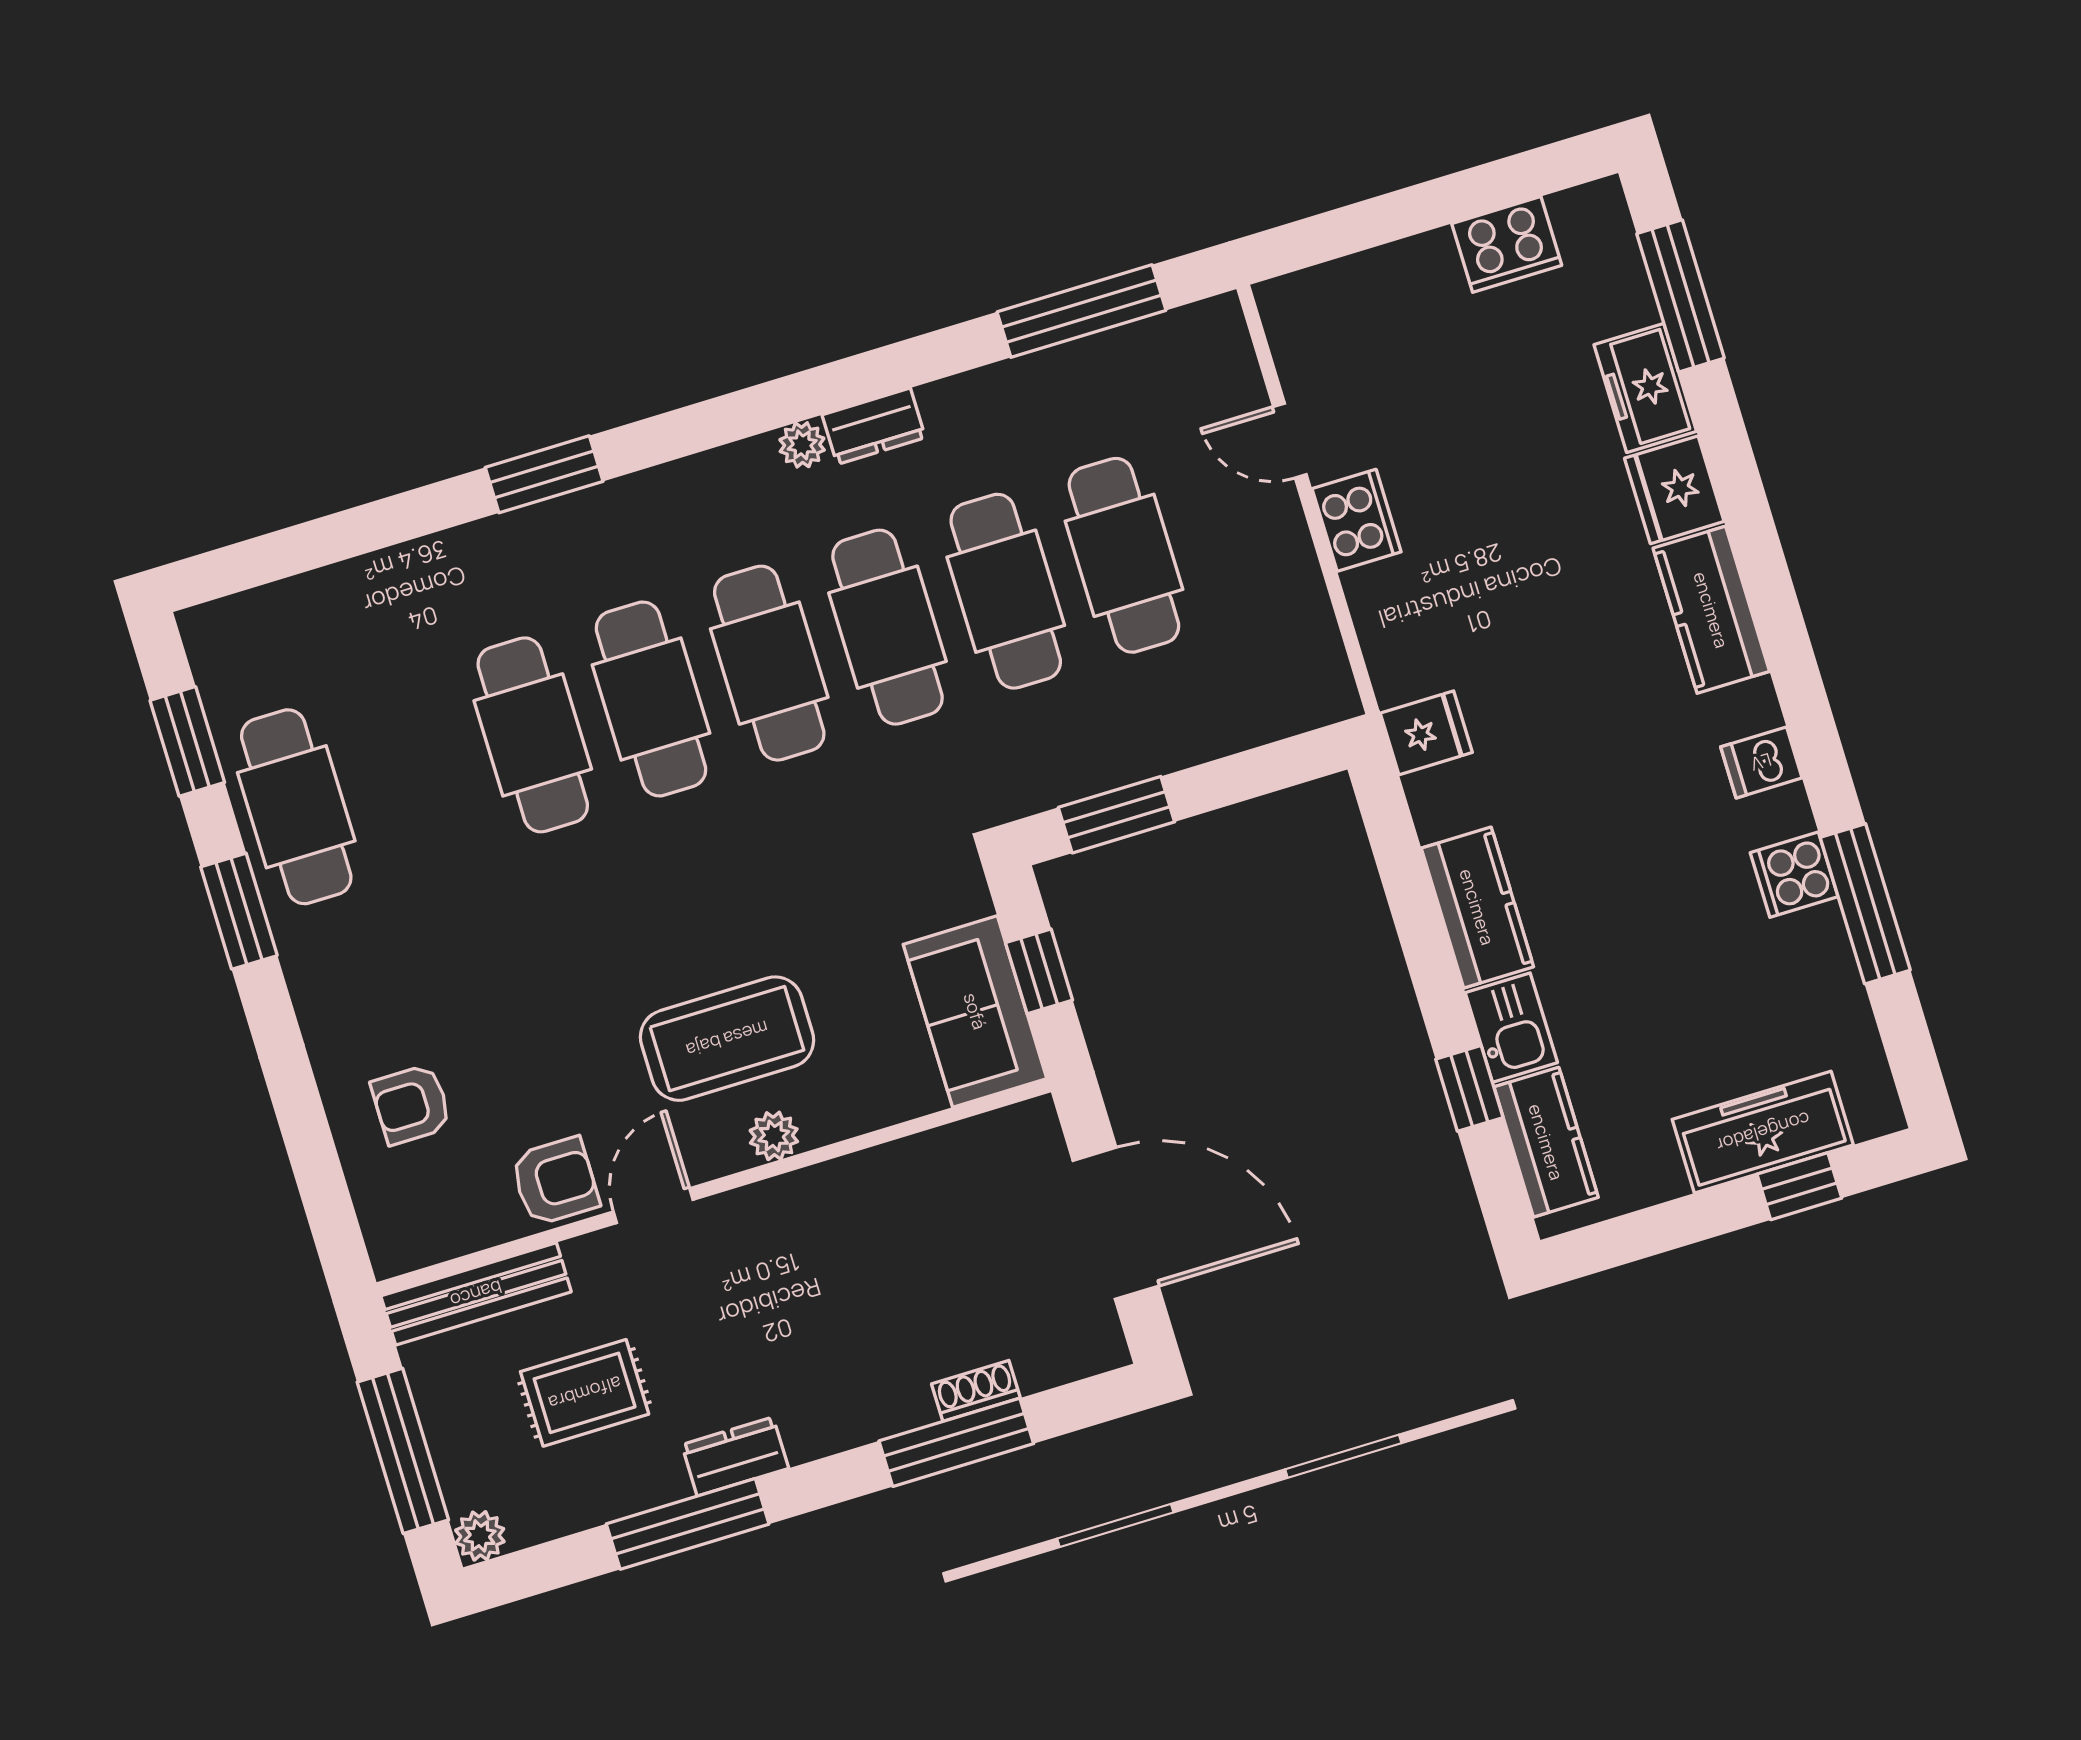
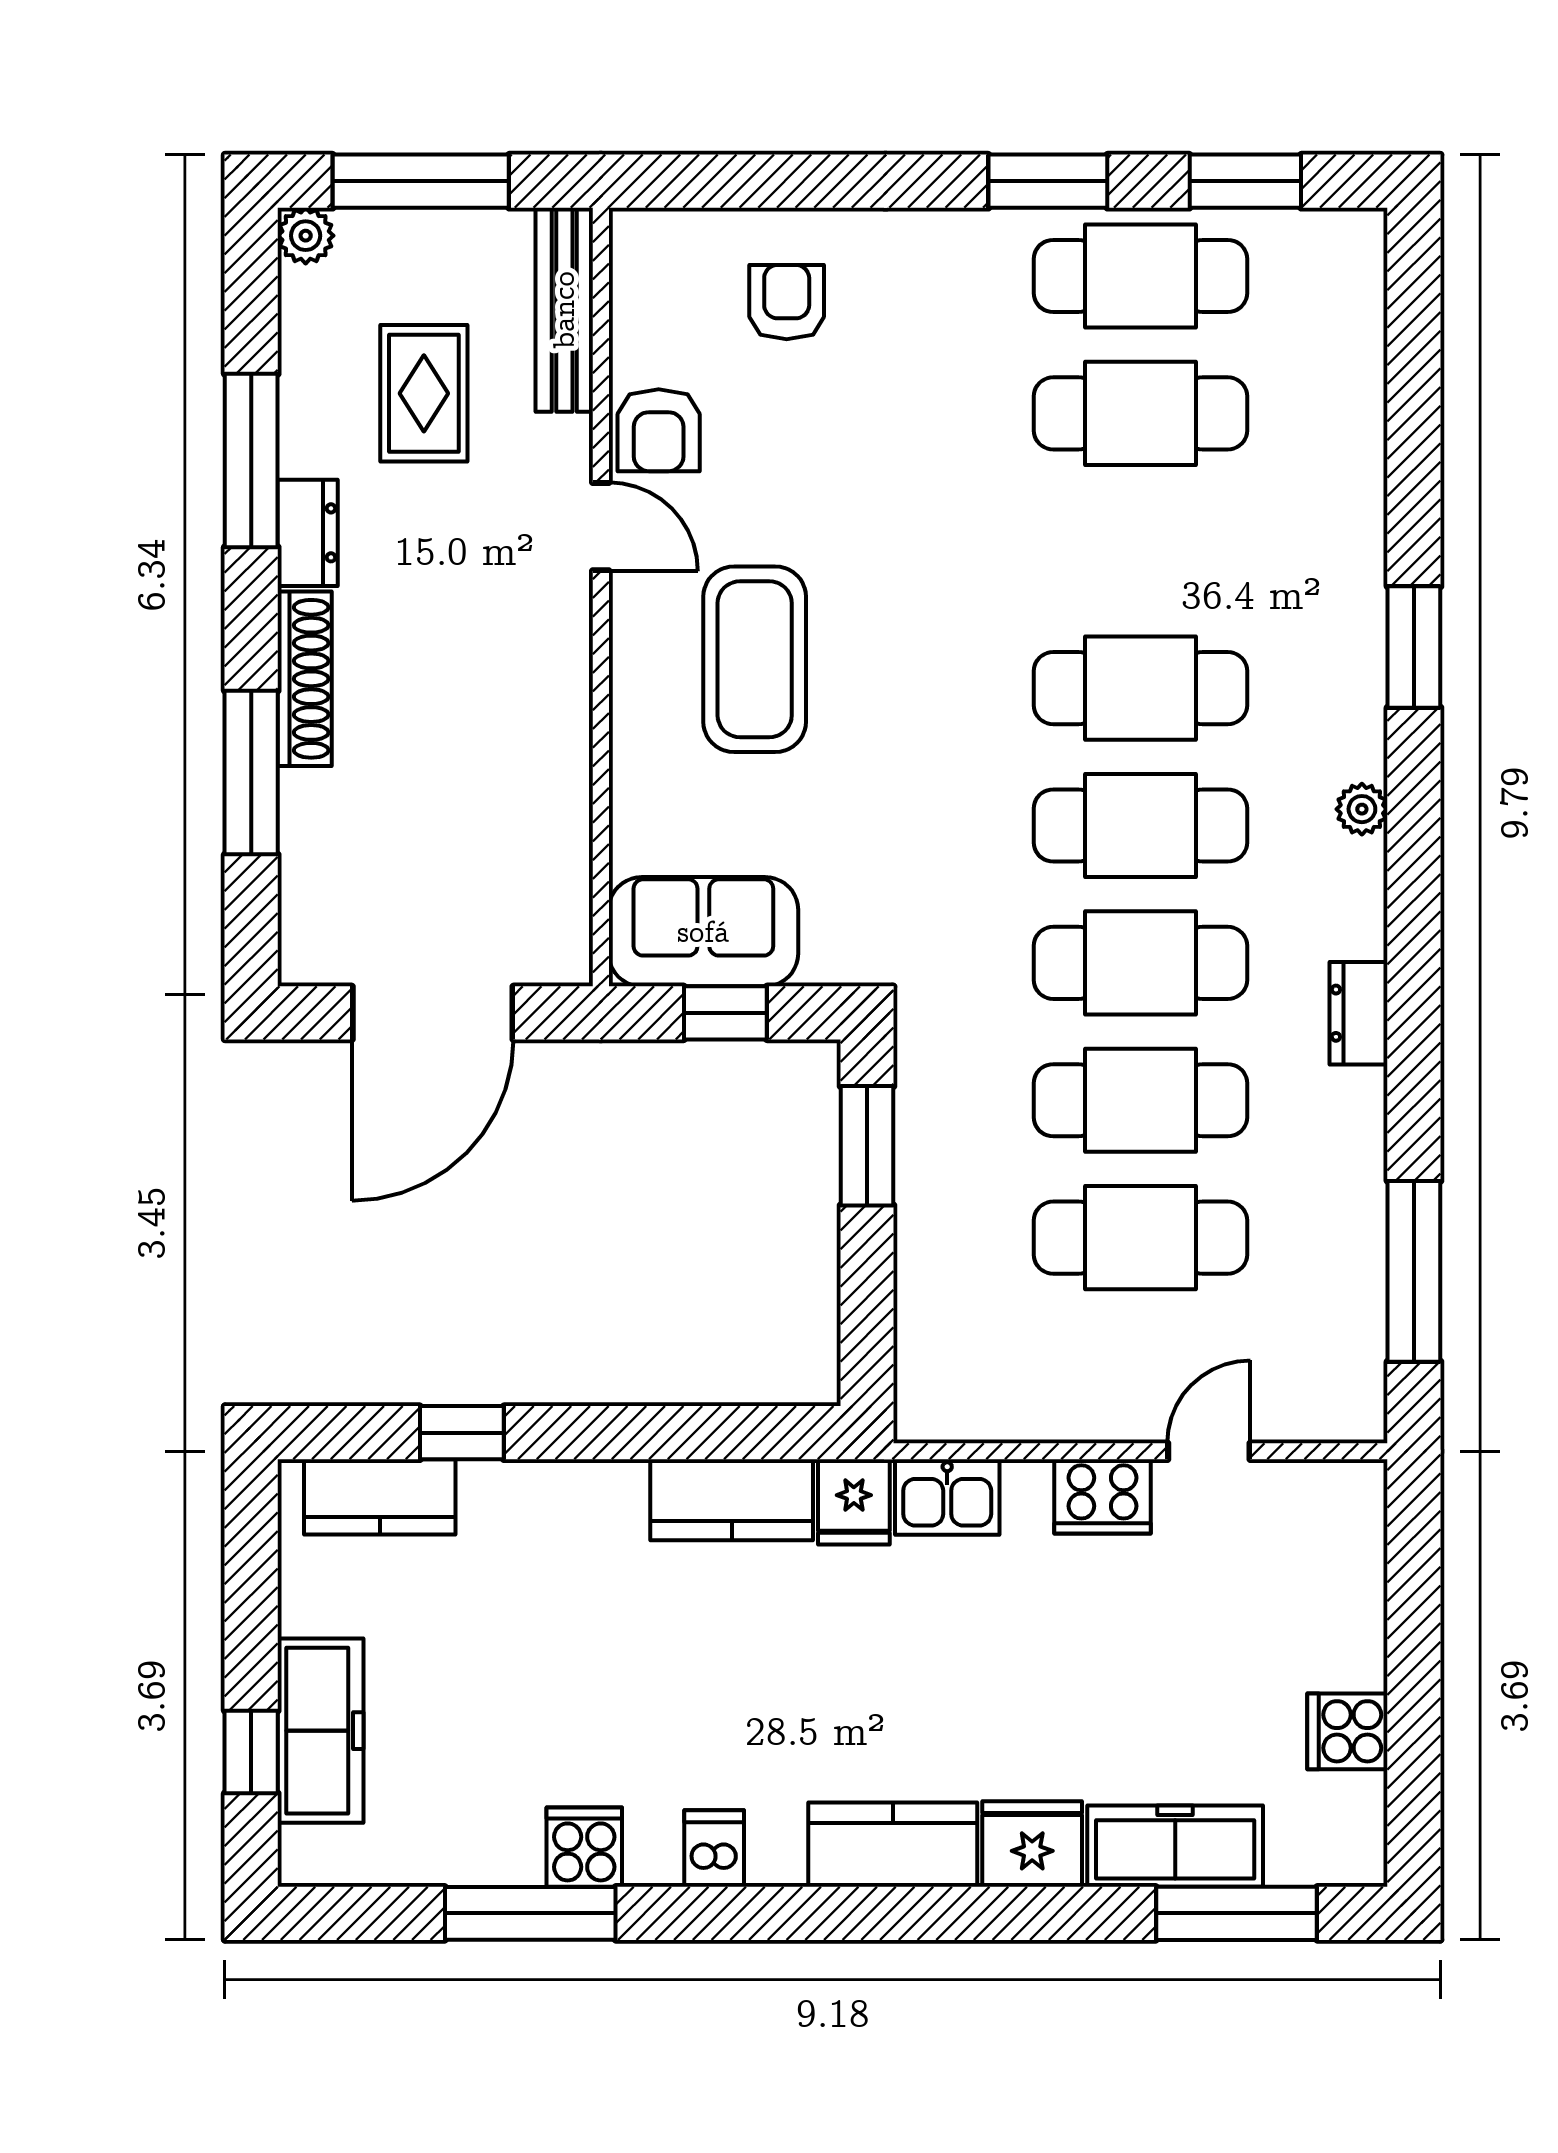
cooker: (1507, 244) -> (1347, 1731), width x0.73
freezer: (1645, 388) -> (1175, 1846), width x1.40
plant: (802, 445) -> (1362, 809), moved
cafe table: (533, 735) -> (1140, 413), moved
kitchen counter: (1477, 907) -> (732, 1500), moved
kitchen sink: (1511, 1028) -> (947, 1497), moved
plant: (774, 1136) -> (636, 677), removed
shoe rack: (976, 1391) -> (305, 679), moved, width x1.94, depth x1.24

